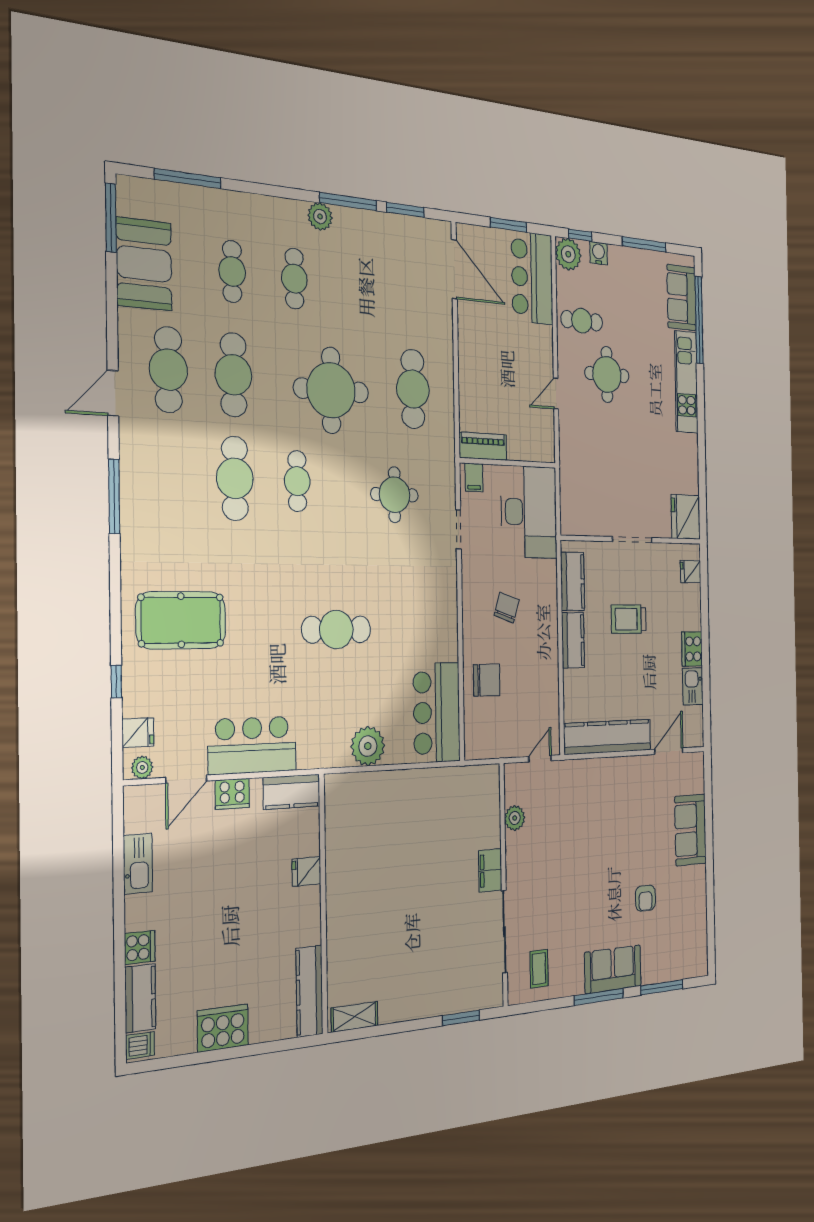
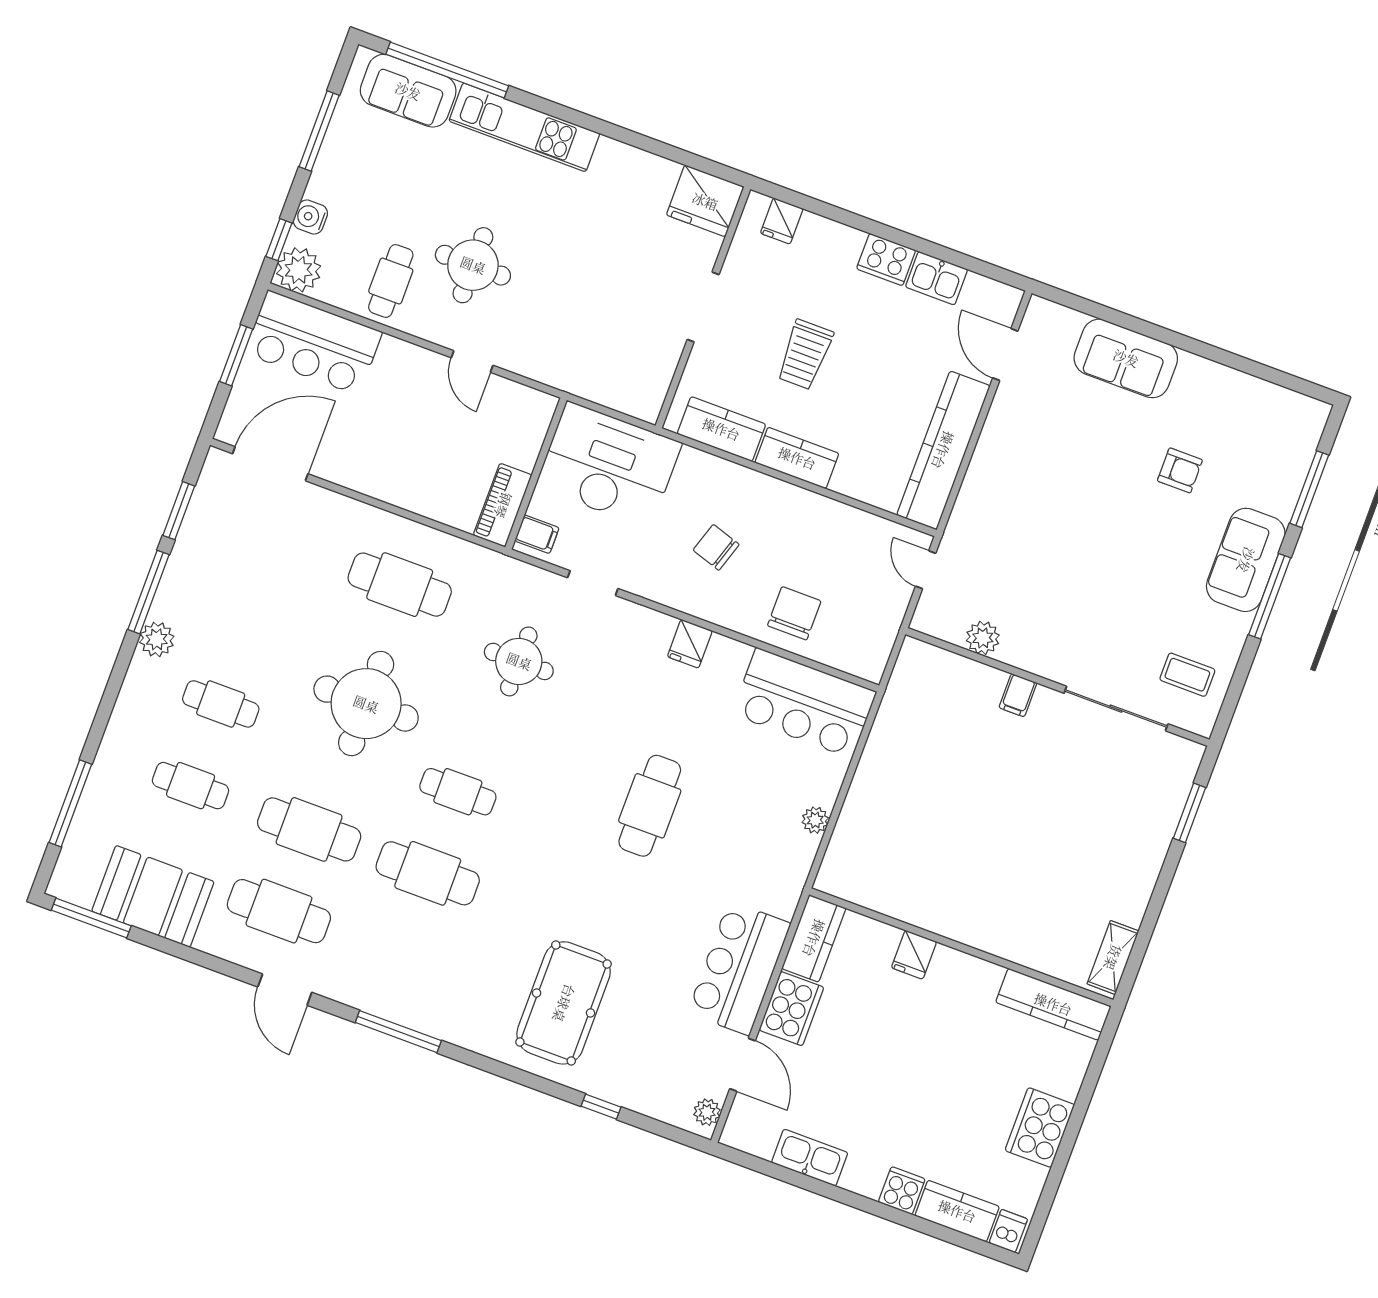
fridge: (138, 733) -> (690, 644), moved, turned 180
plant: (368, 746) -> (815, 820), width x0.53, depth x0.53
cooker: (232, 794) -> (791, 1009), width x1.37, depth x1.31
filing cabinet: (490, 870) -> (1018, 695), width x0.50

